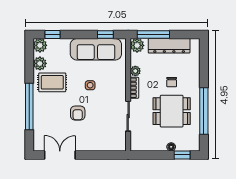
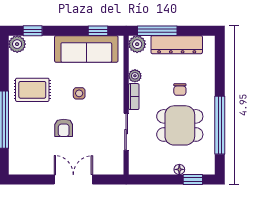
plant: (40, 63) -> (17, 66), removed
double door: (60, 155) -> (73, 180), moved

